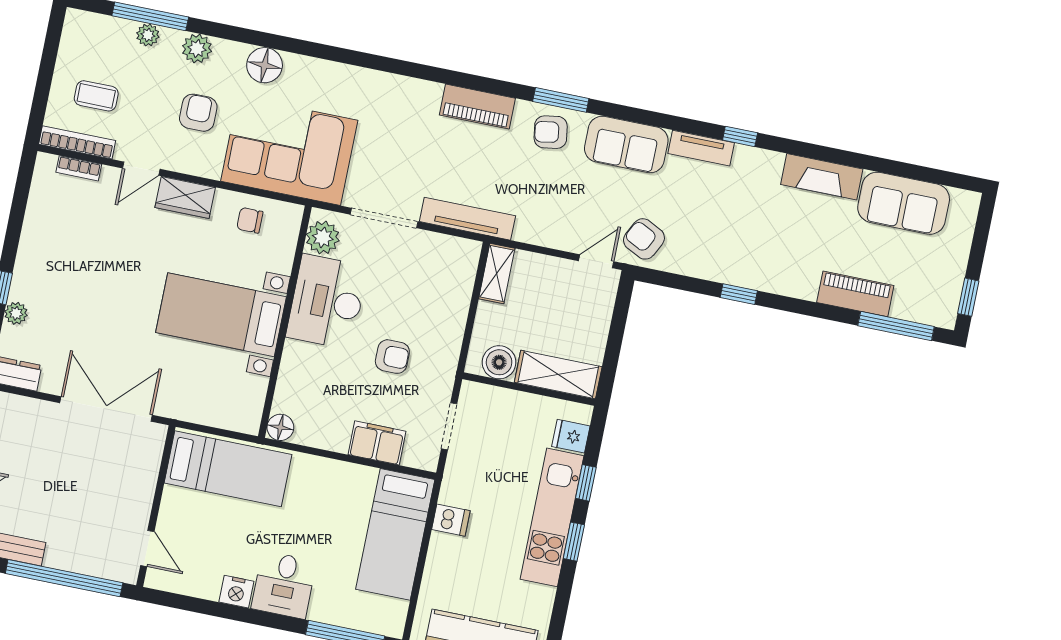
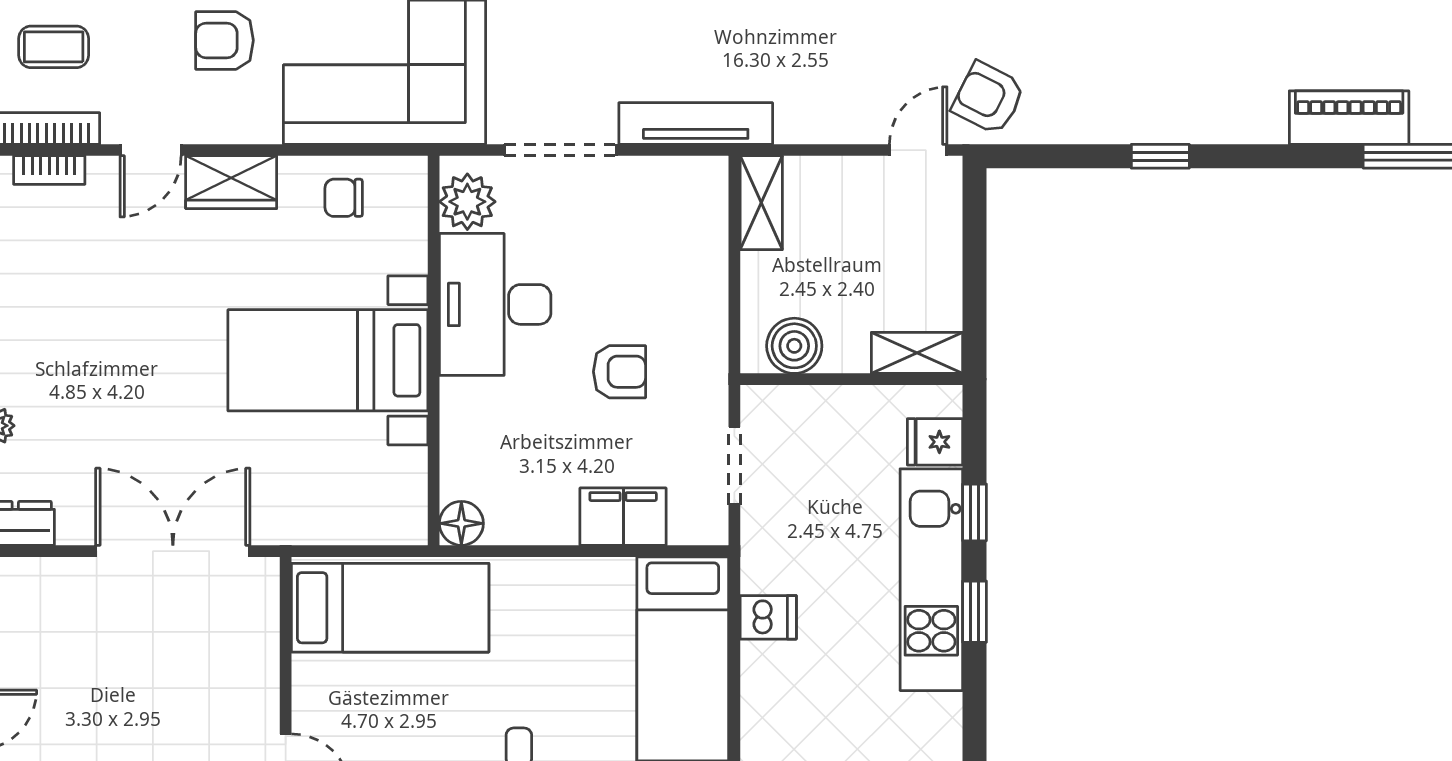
armchair: (198, 113) -> (225, 40), turned -90
shelving: (558, 374) -> (917, 353), width x0.67, depth x0.75

